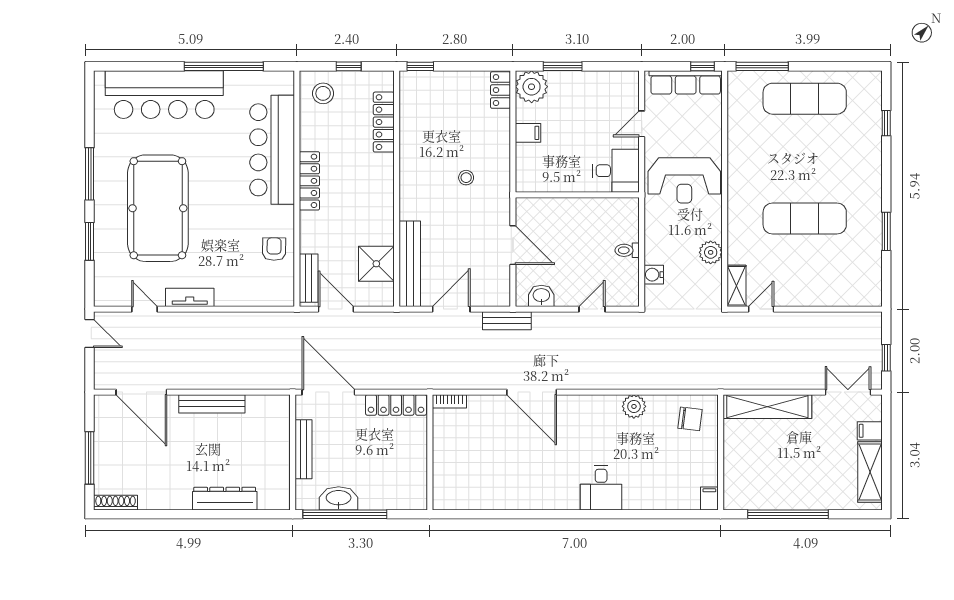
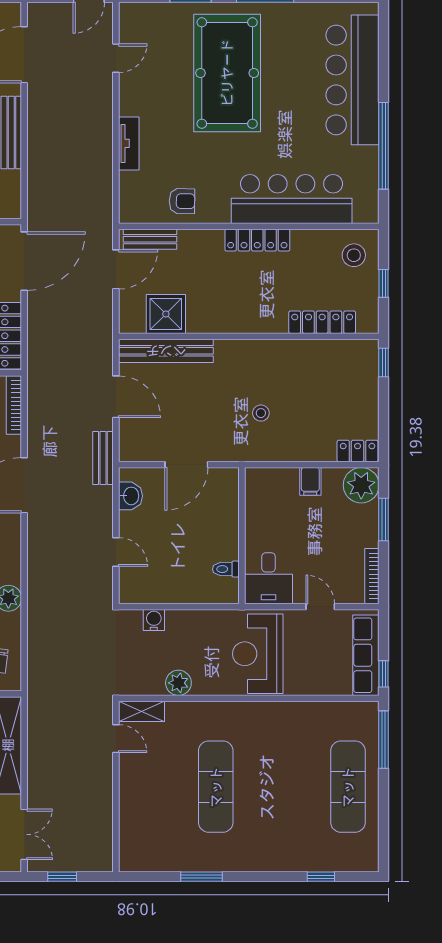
bookcase: (614, 77) -> (372, 576), added
pool table: (158, 208) -> (227, 73), turned 90
toilet: (627, 250) -> (226, 569), moved, turned -90
tv unit: (190, 297) -> (129, 143), moved
bookcase: (449, 401) -> (14, 405), width x1.56

